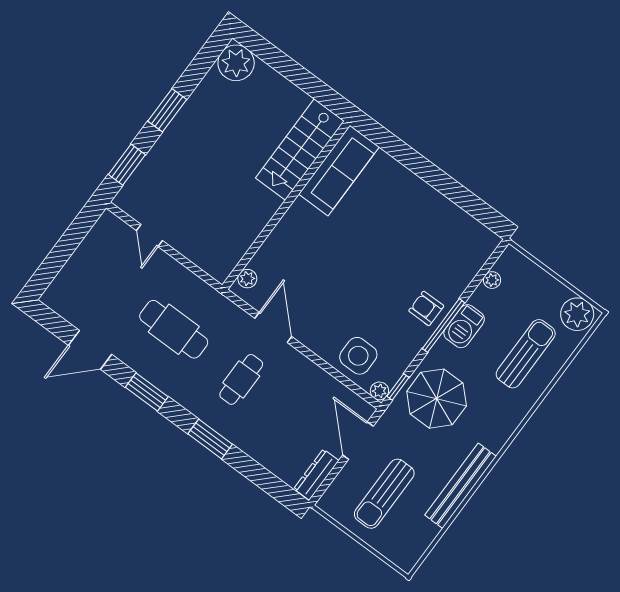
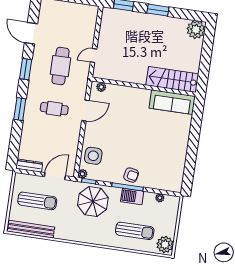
door: (149, 236) -> (94, 56), moved
armchair: (426, 308) -> (131, 175), turned 101
bench: (461, 486) -> (31, 229), moved
sun lounger: (384, 494) -> (37, 201), turned 180

